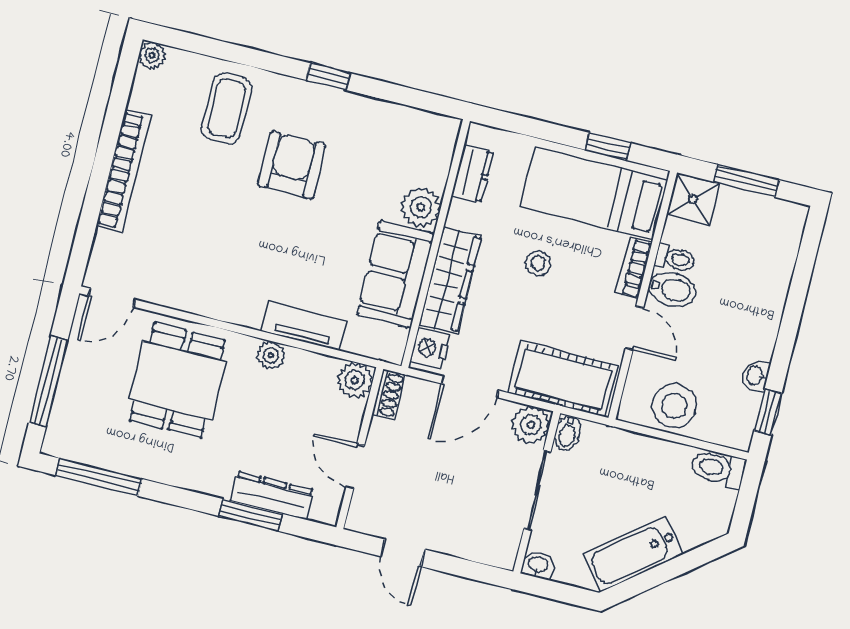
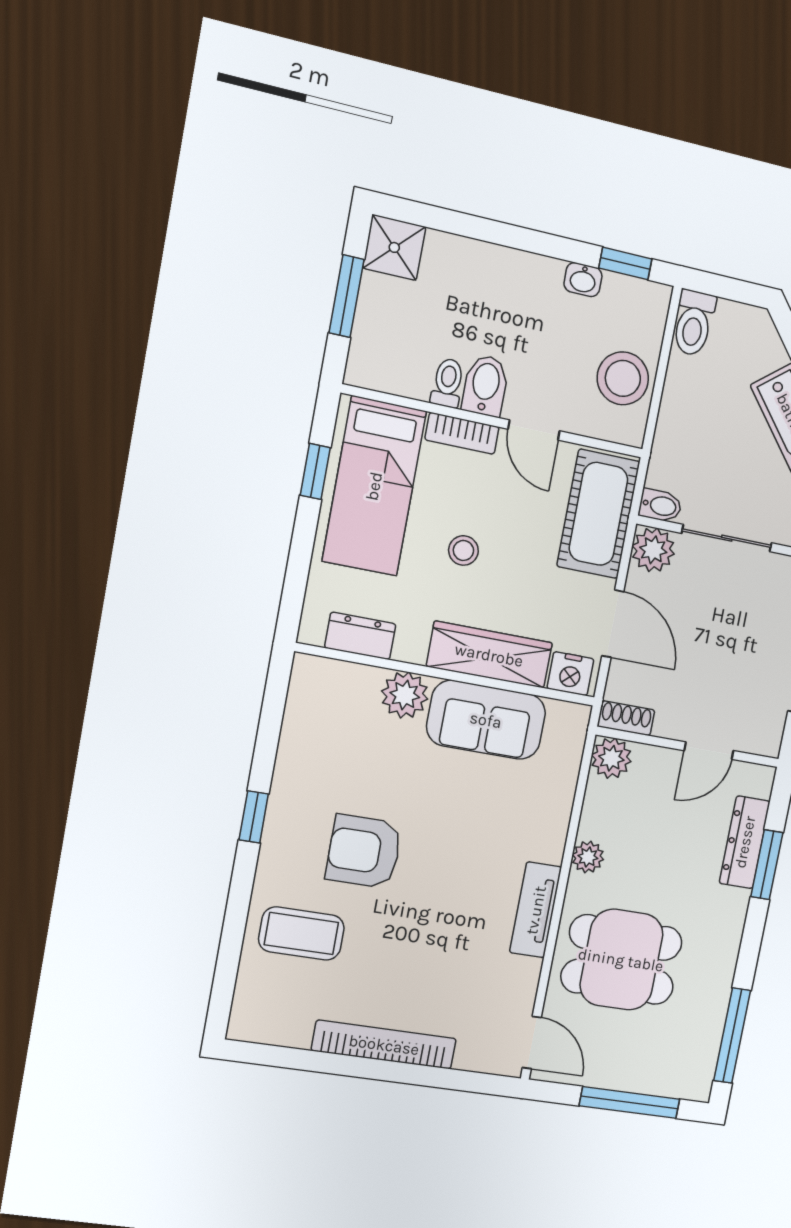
plant: (152, 55) -> (243, 1026), removed
shower: (693, 199) -> (394, 247), moved
tv unit: (304, 326) -> (536, 910), moved
door: (635, 328) -> (534, 430), swing flipped

